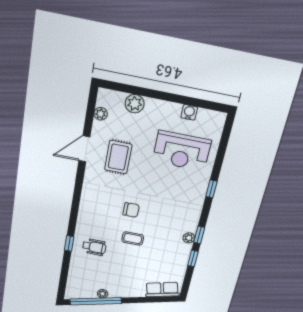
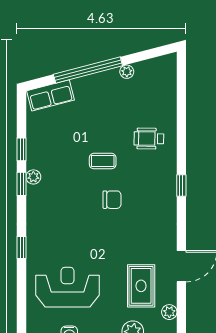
rug: (118, 157) -> (141, 286), moved
chair: (131, 210) -> (112, 200), turned 180
window: (69, 243) -> (181, 185), moved
window: (96, 301) -> (88, 70), moved

